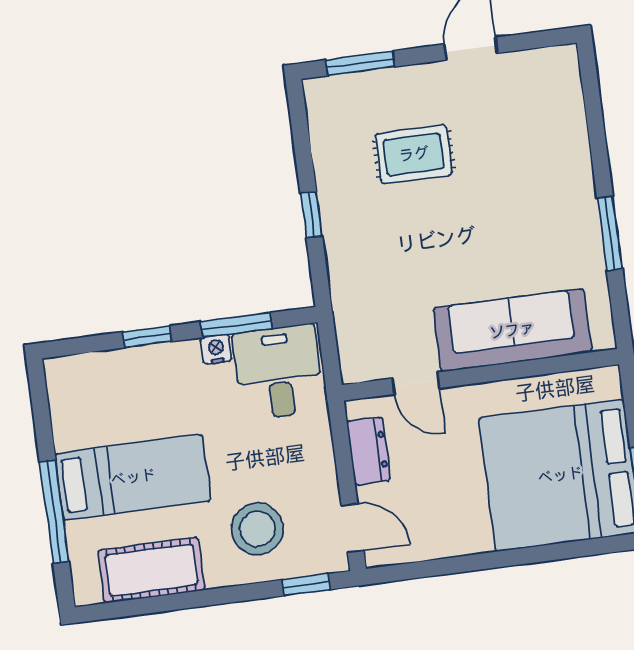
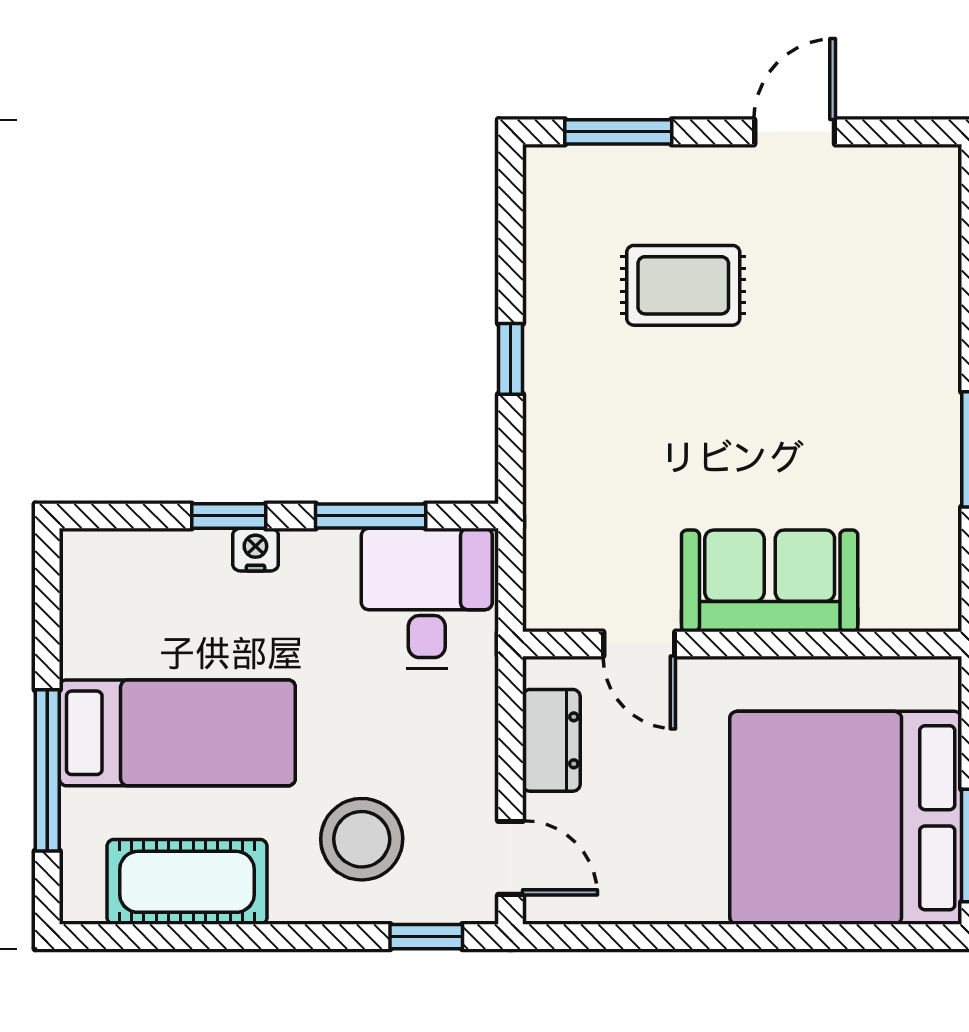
sofa: (512, 330) -> (770, 581), width x0.73
nightstand: (216, 349) -> (255, 550), moved

